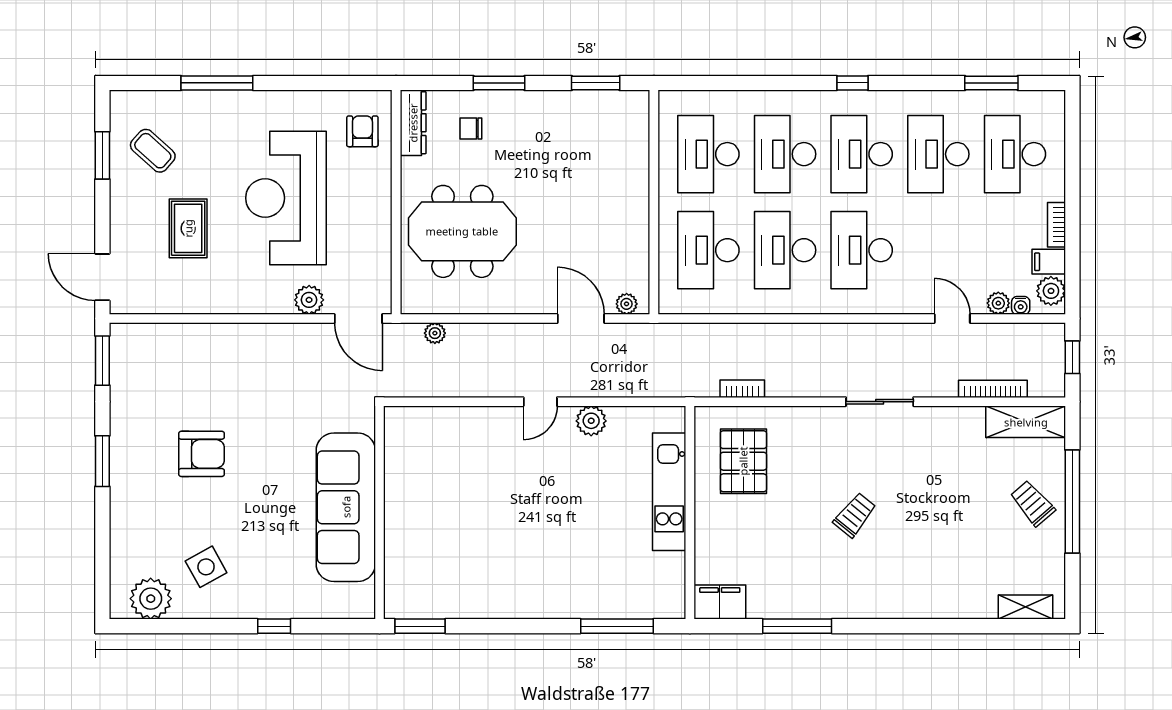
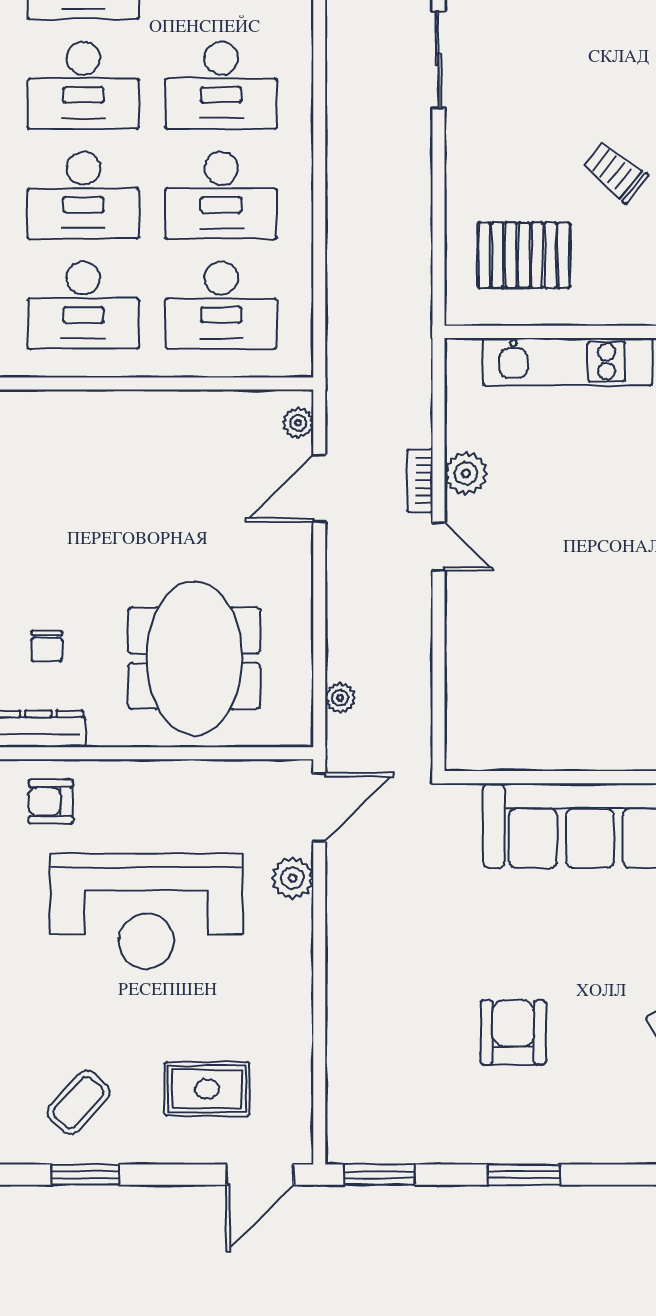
rug: (188, 228) -> (207, 1089), moved
bookcase: (742, 389) -> (420, 481), moved
trolley: (855, 515) -> (615, 172), moved

